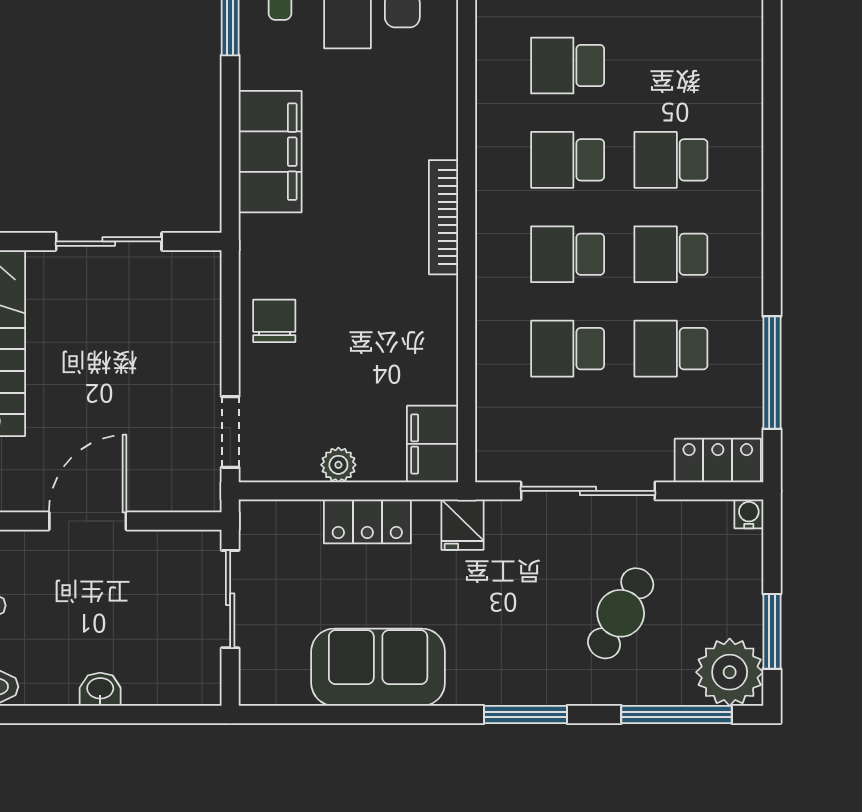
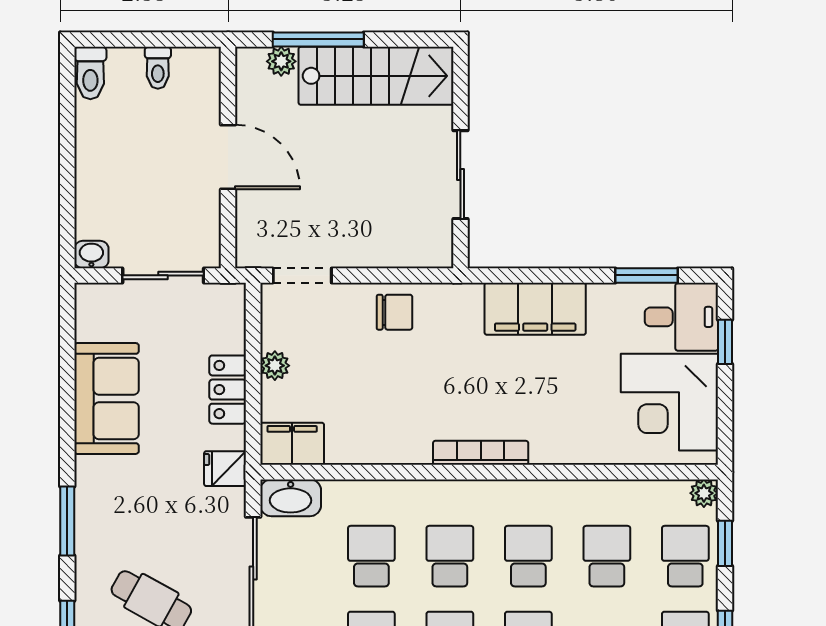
washbasin: (498, 446) -> (291, 498), added
washbasin: (100, 689) -> (91, 255), moved, turned -90

